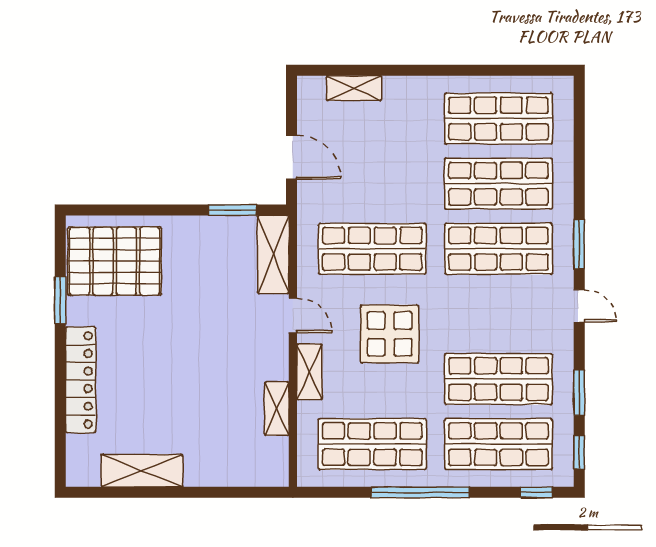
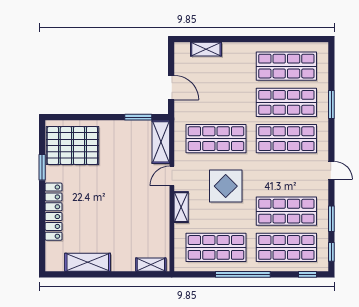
window: (579, 244) -> (331, 104), moved
door: (293, 316) -> (172, 176), swing flipped
shelving: (277, 409) -> (151, 265), moved, turned 90

